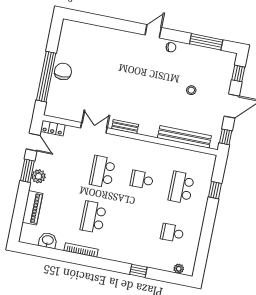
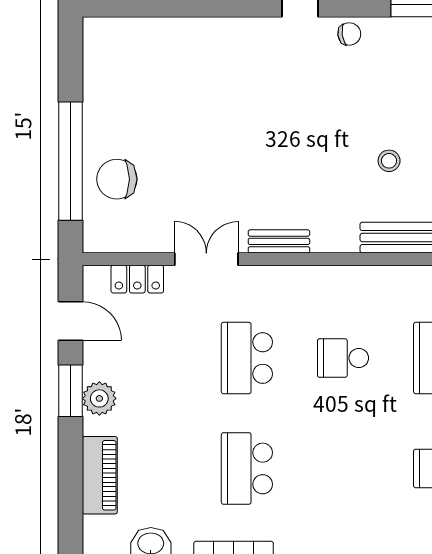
chair: (63, 71) -> (117, 179), moved, turned -90
stool: (191, 90) -> (389, 161), moved
locker: (53, 128) -> (137, 279), moved

